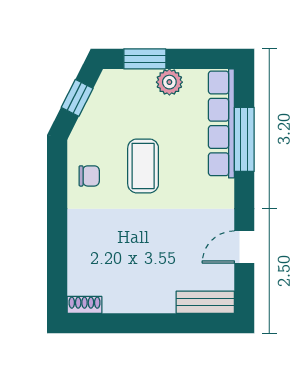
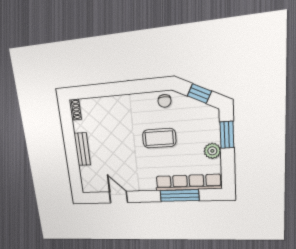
chair: (89, 176) -> (165, 101), moved
bench: (205, 302) -> (82, 149), moved

